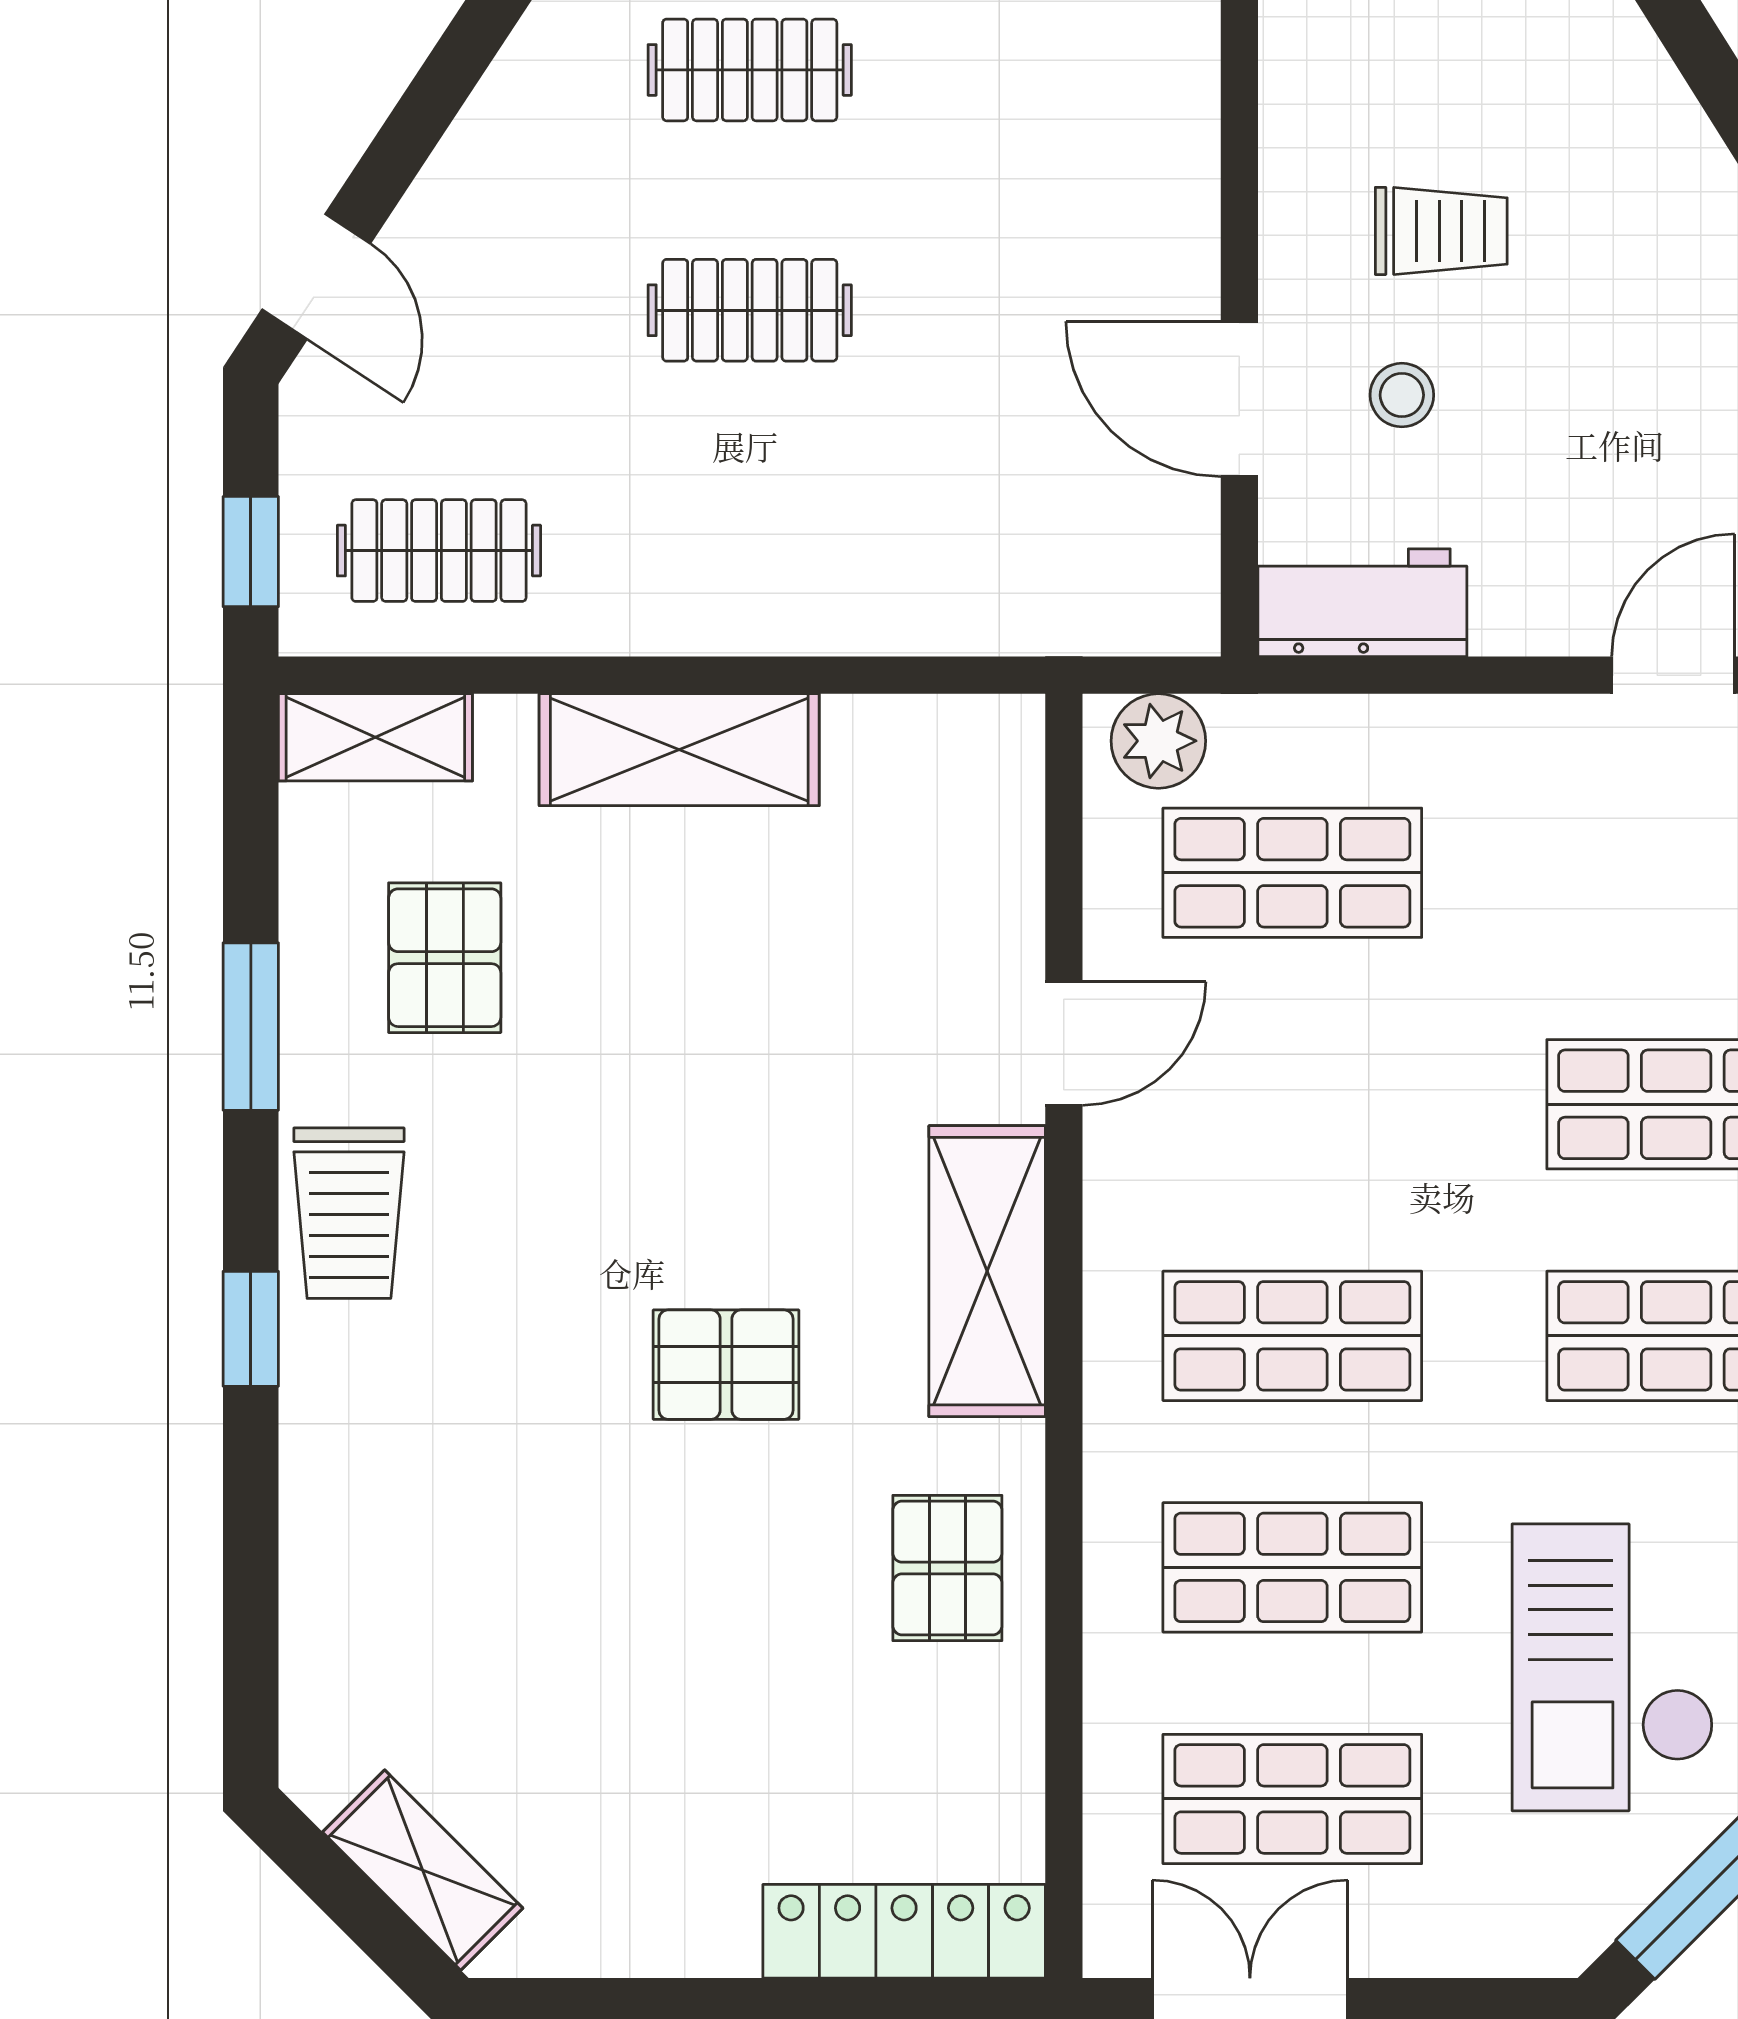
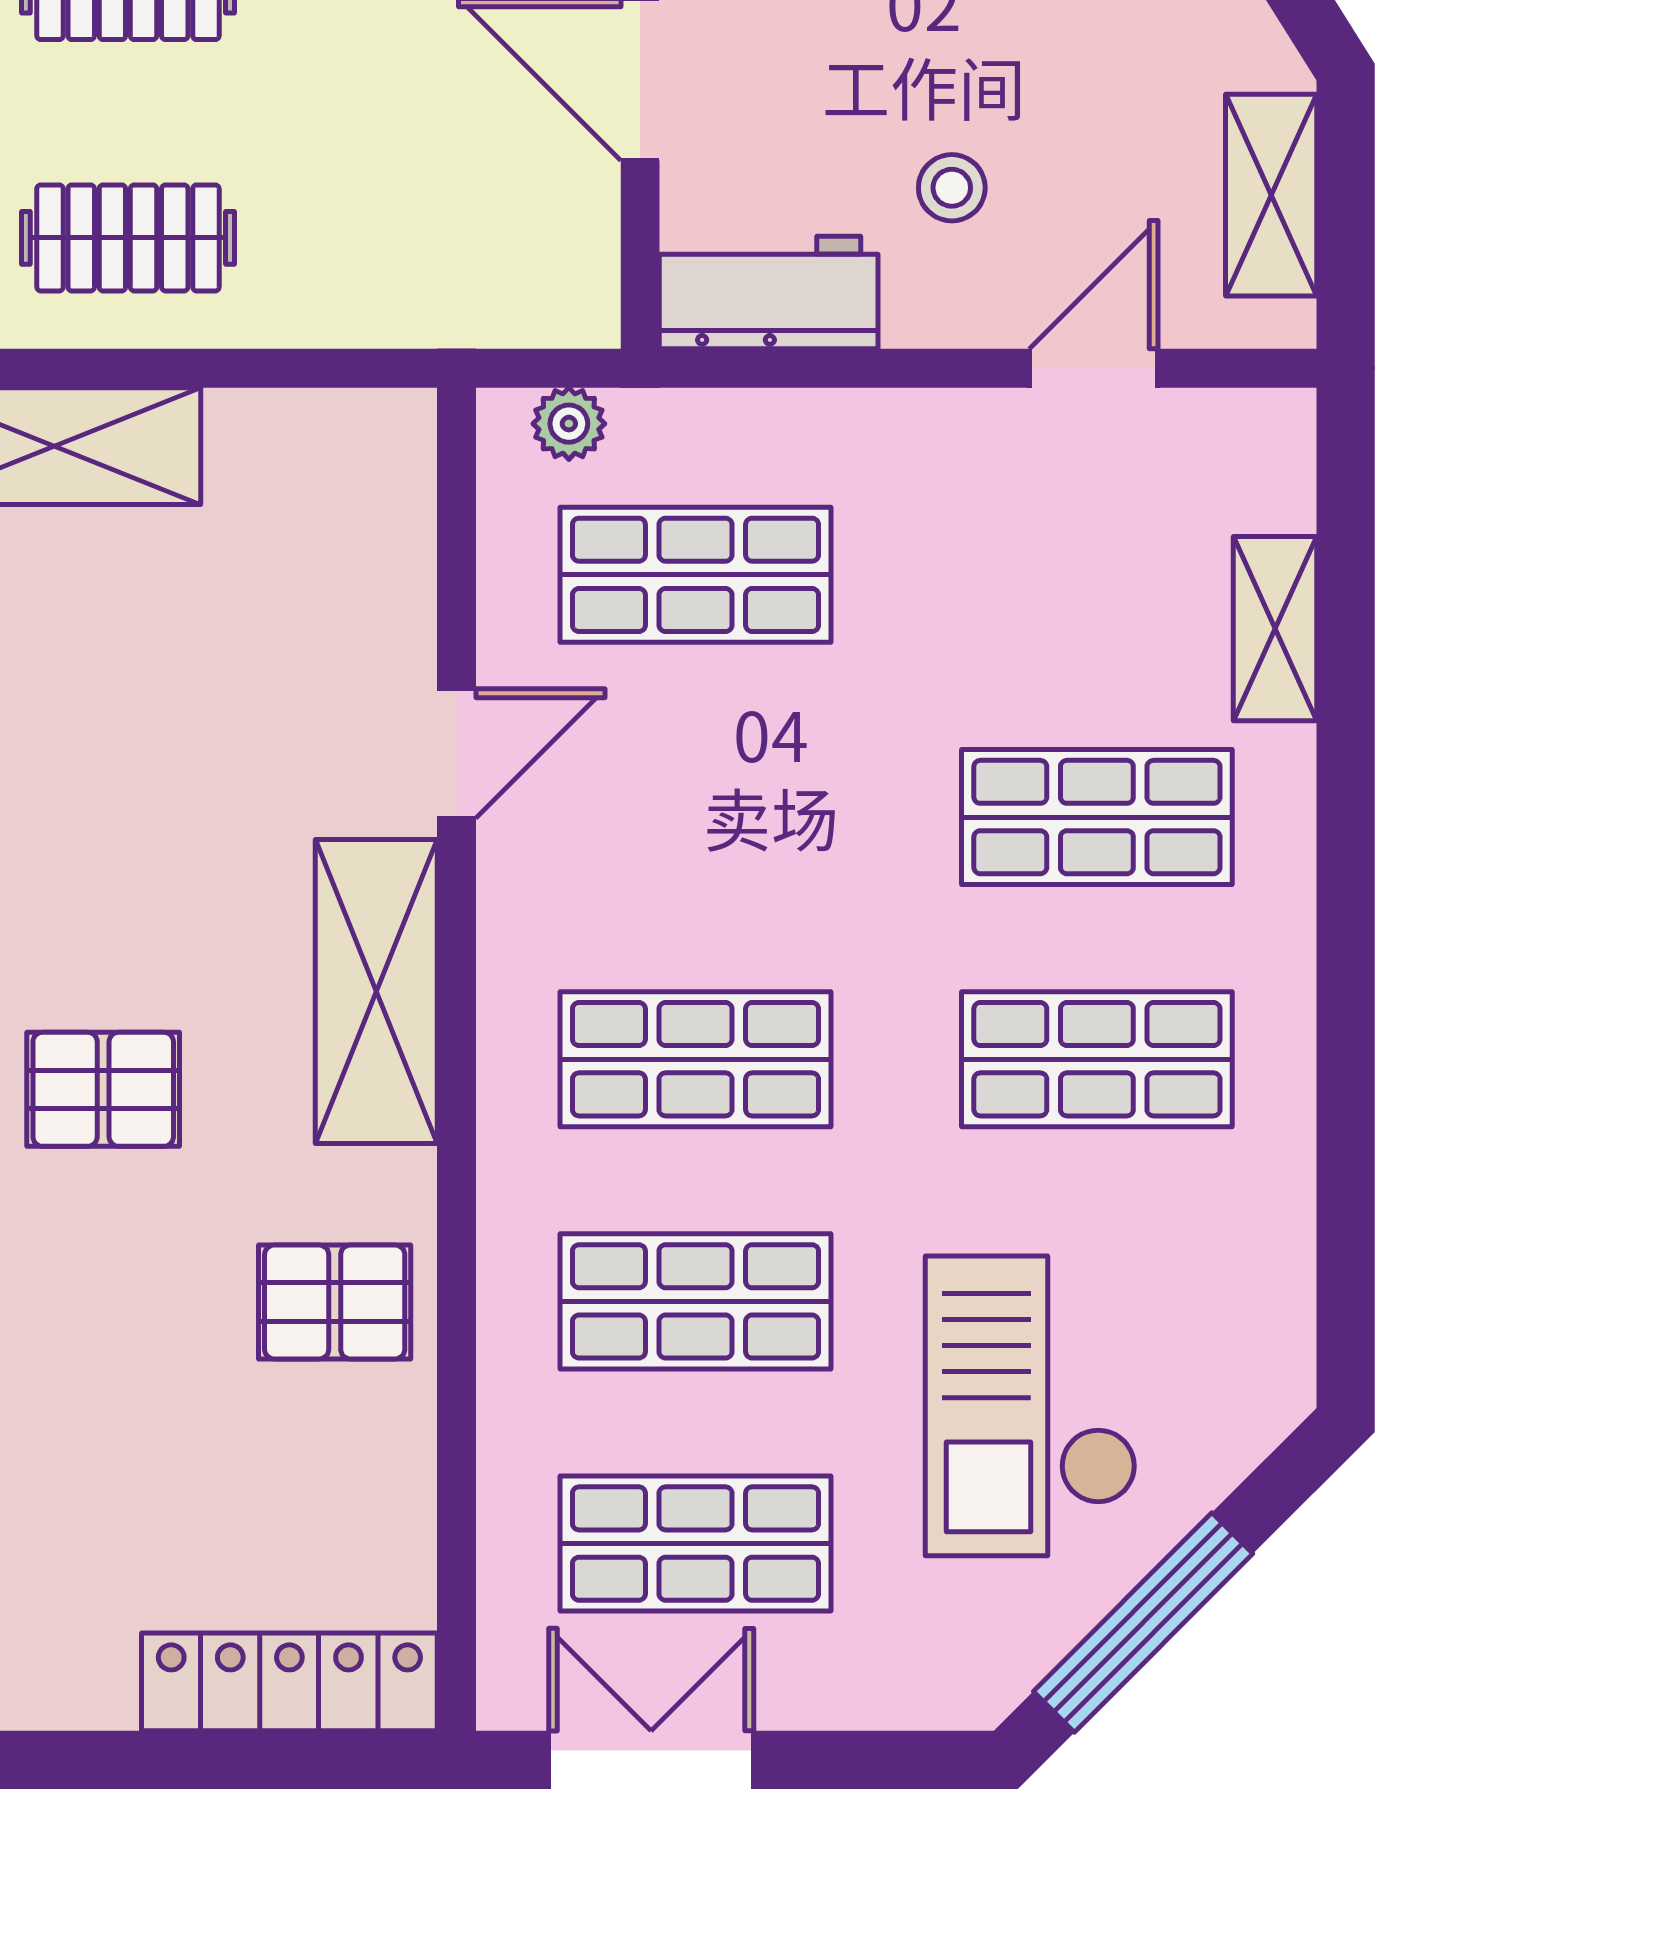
stool: (1402, 395) -> (952, 188), moved
clothes rail: (750, 551) -> (128, 238), added
plant: (1158, 741) -> (569, 424), width x0.73, depth x0.73
pallet: (947, 1568) -> (335, 1302), turned 90

